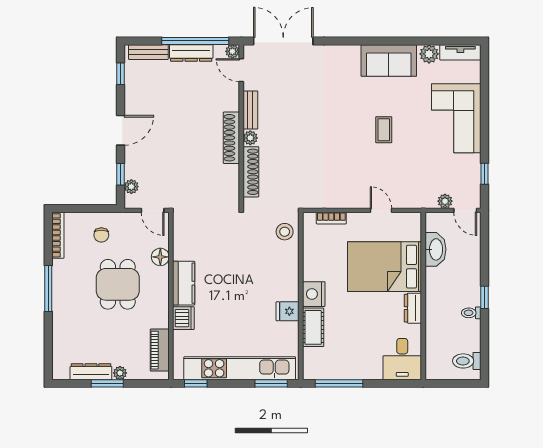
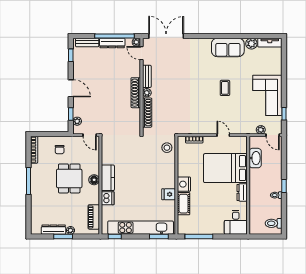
corner sofa: (456, 118) -> (267, 95), moved
door: (120, 130) -> (71, 88), hinge flipped
floor lamp: (160, 257) -> (94, 180), moved

